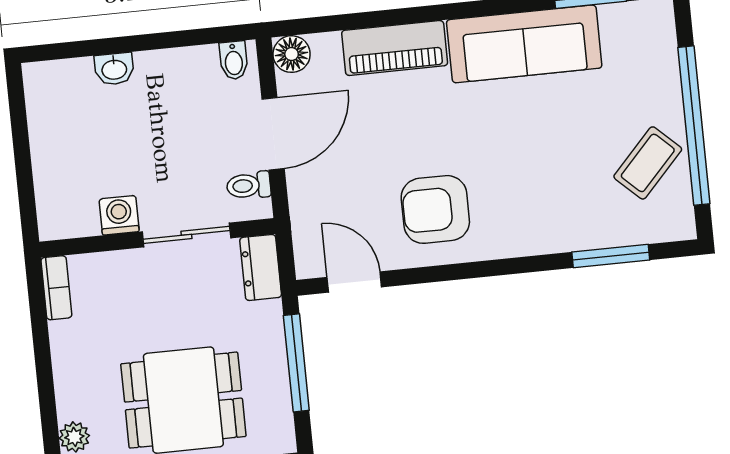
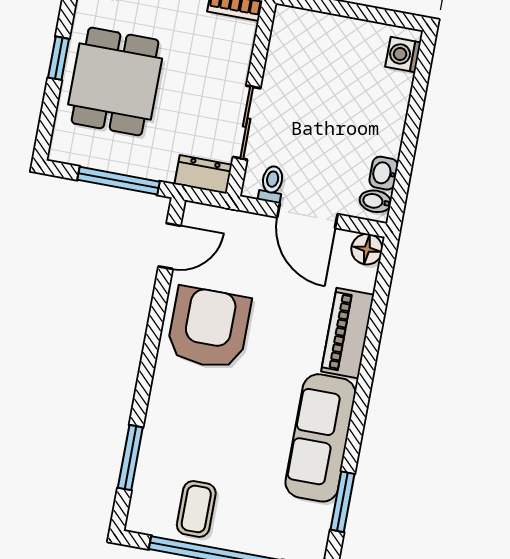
washbasin: (114, 69) -> (384, 173), moved
coffee table: (648, 163) -> (196, 509), turned 47
armchair: (435, 209) -> (209, 328), width x1.36, depth x1.36
washing machine: (119, 215) -> (403, 55), moved, turned 180

